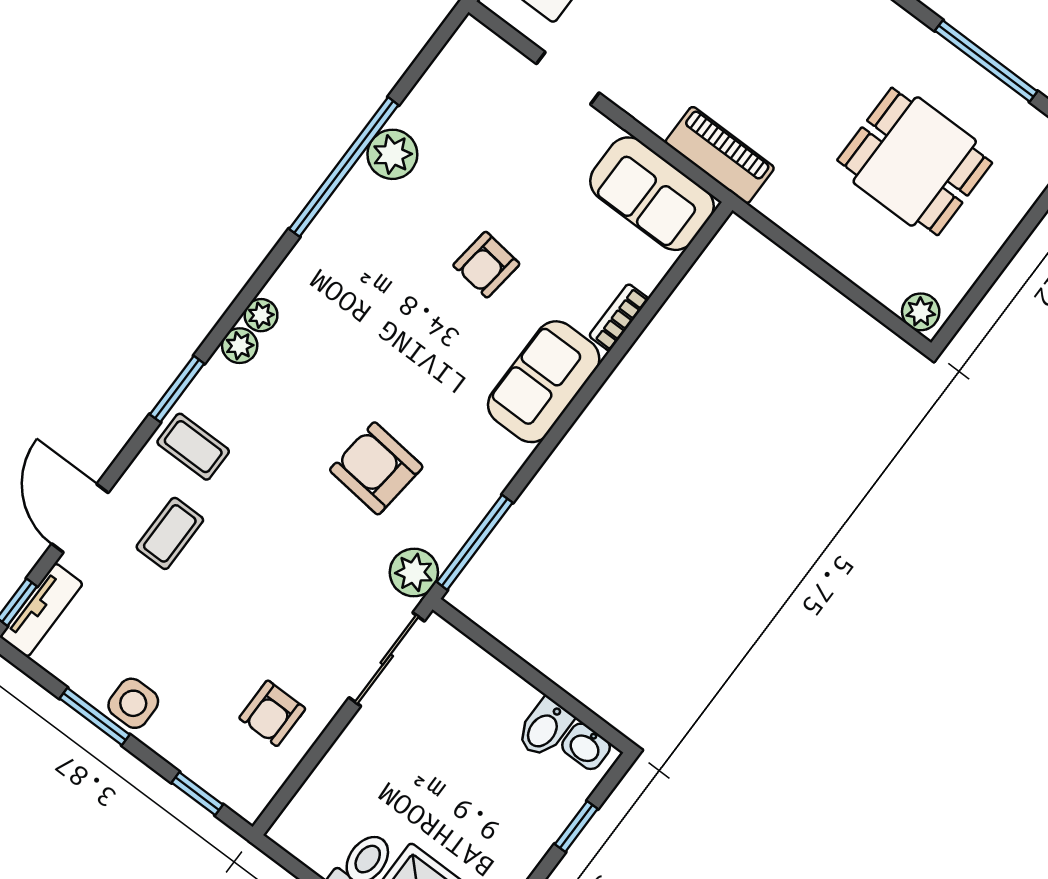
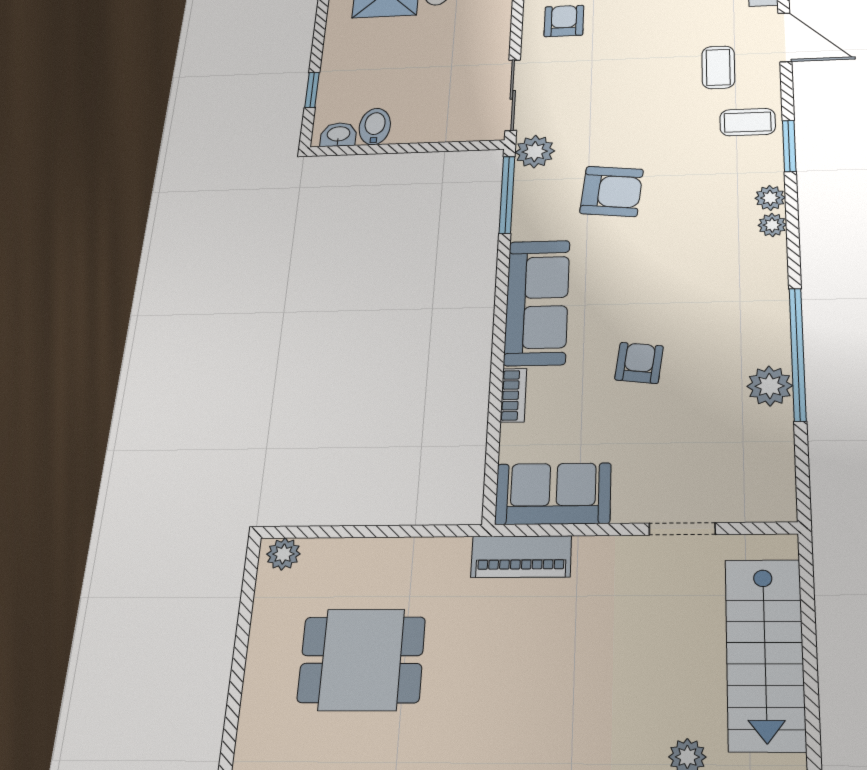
sofa: (544, 382) -> (537, 302), width x1.36

